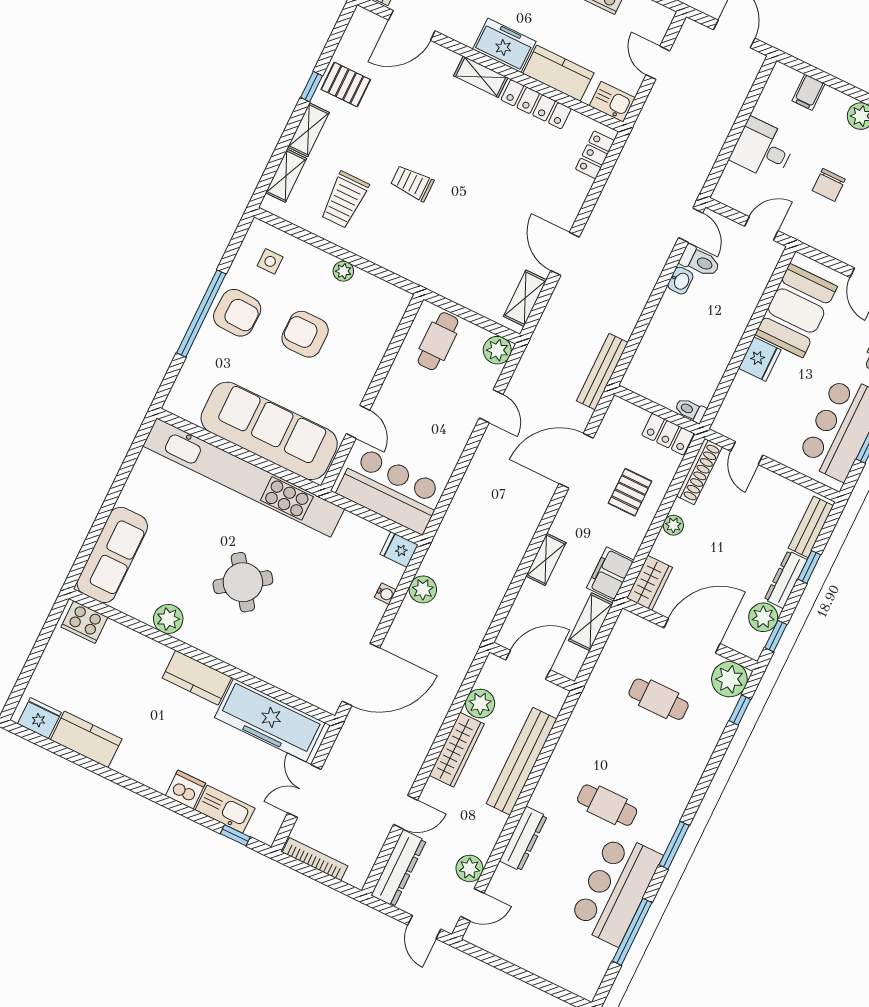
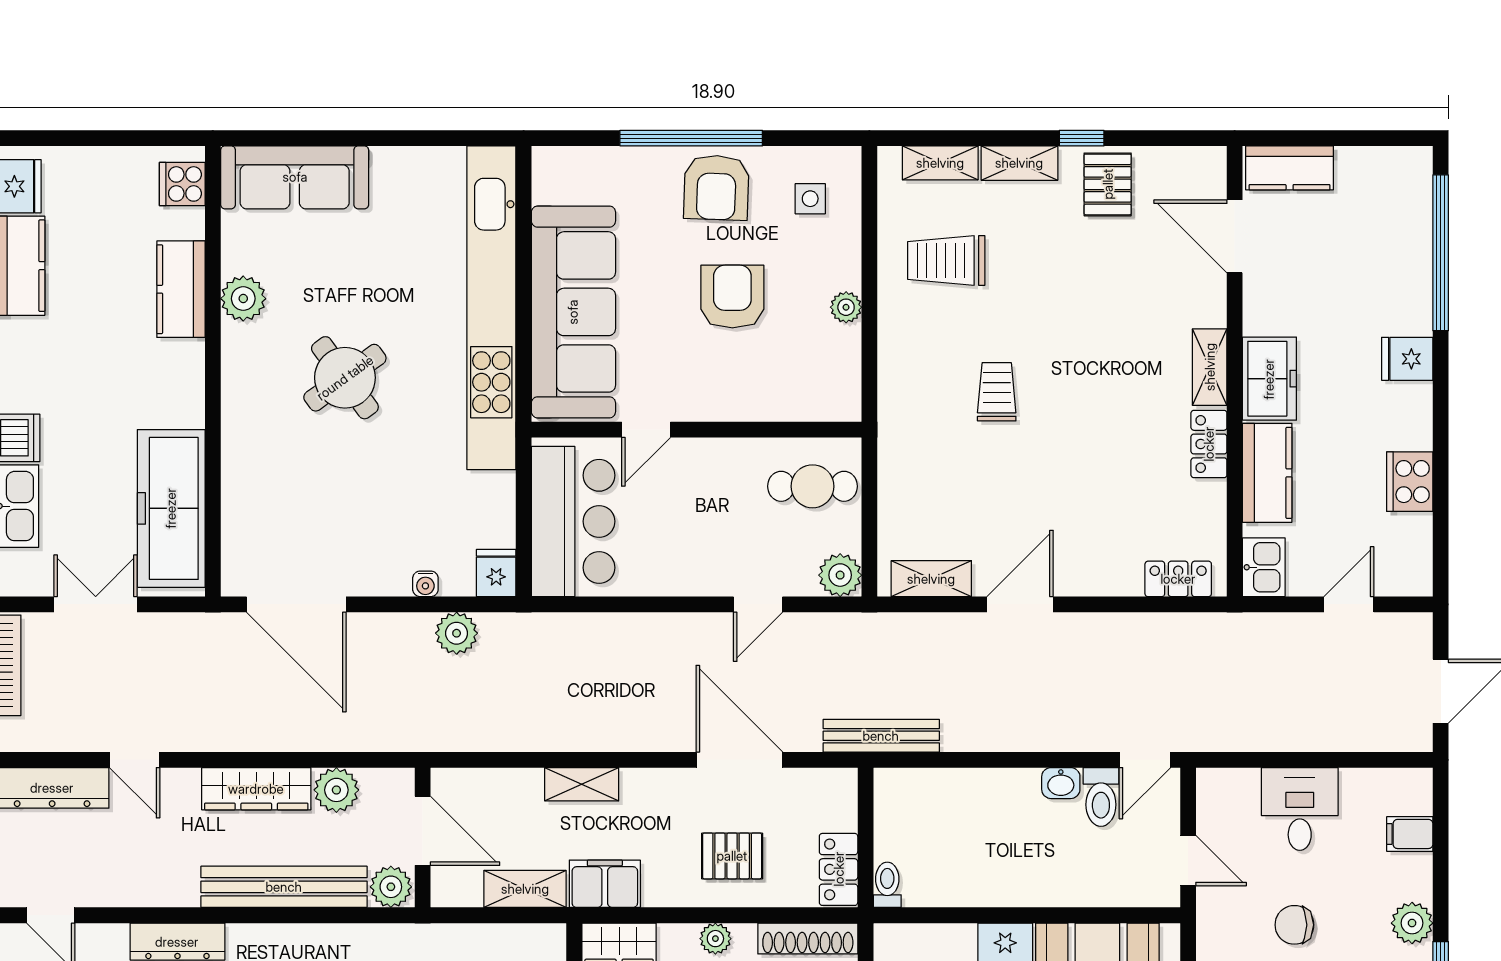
locker: (536, 104) -> (1209, 444), width x0.66
trolley: (412, 183) -> (997, 392), moved
cooker: (84, 622) -> (182, 184), width x0.73
kitchen counter: (197, 678) -> (181, 289), moved
plant: (469, 868) -> (391, 887), moved

